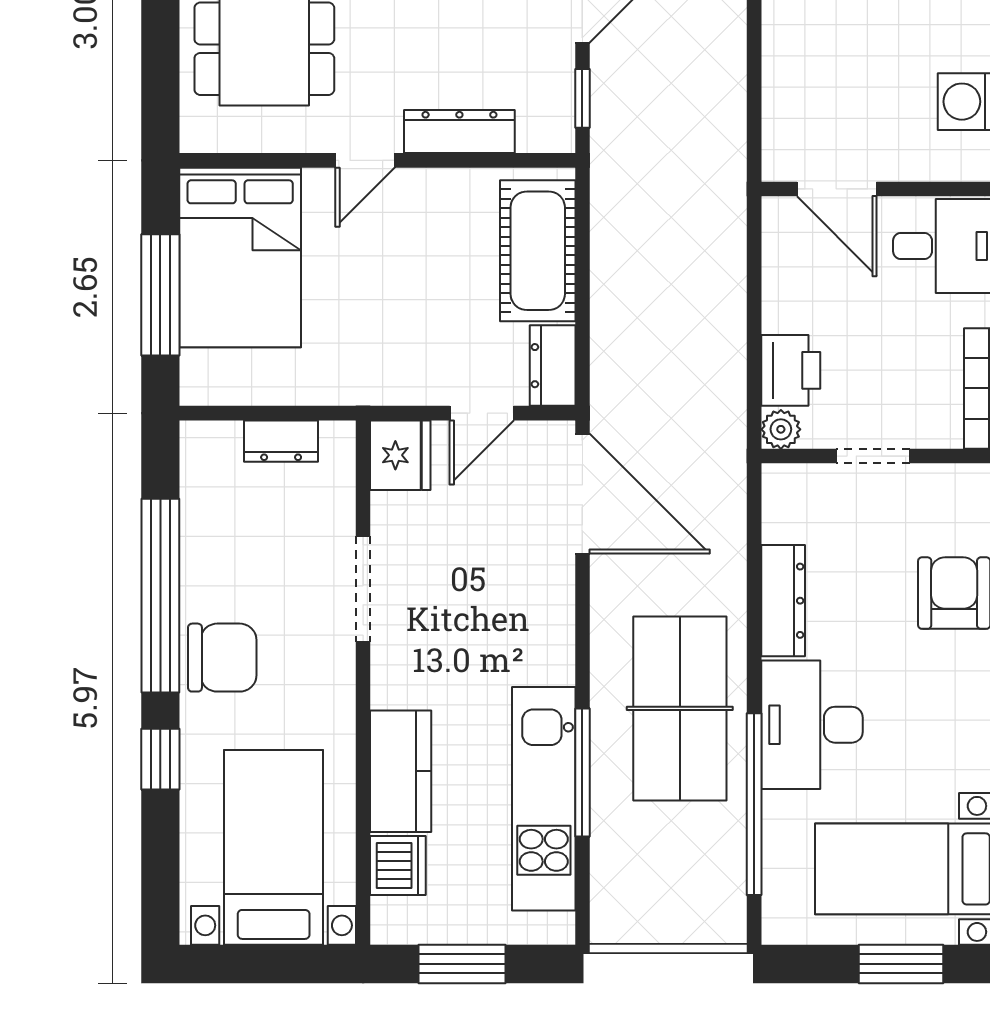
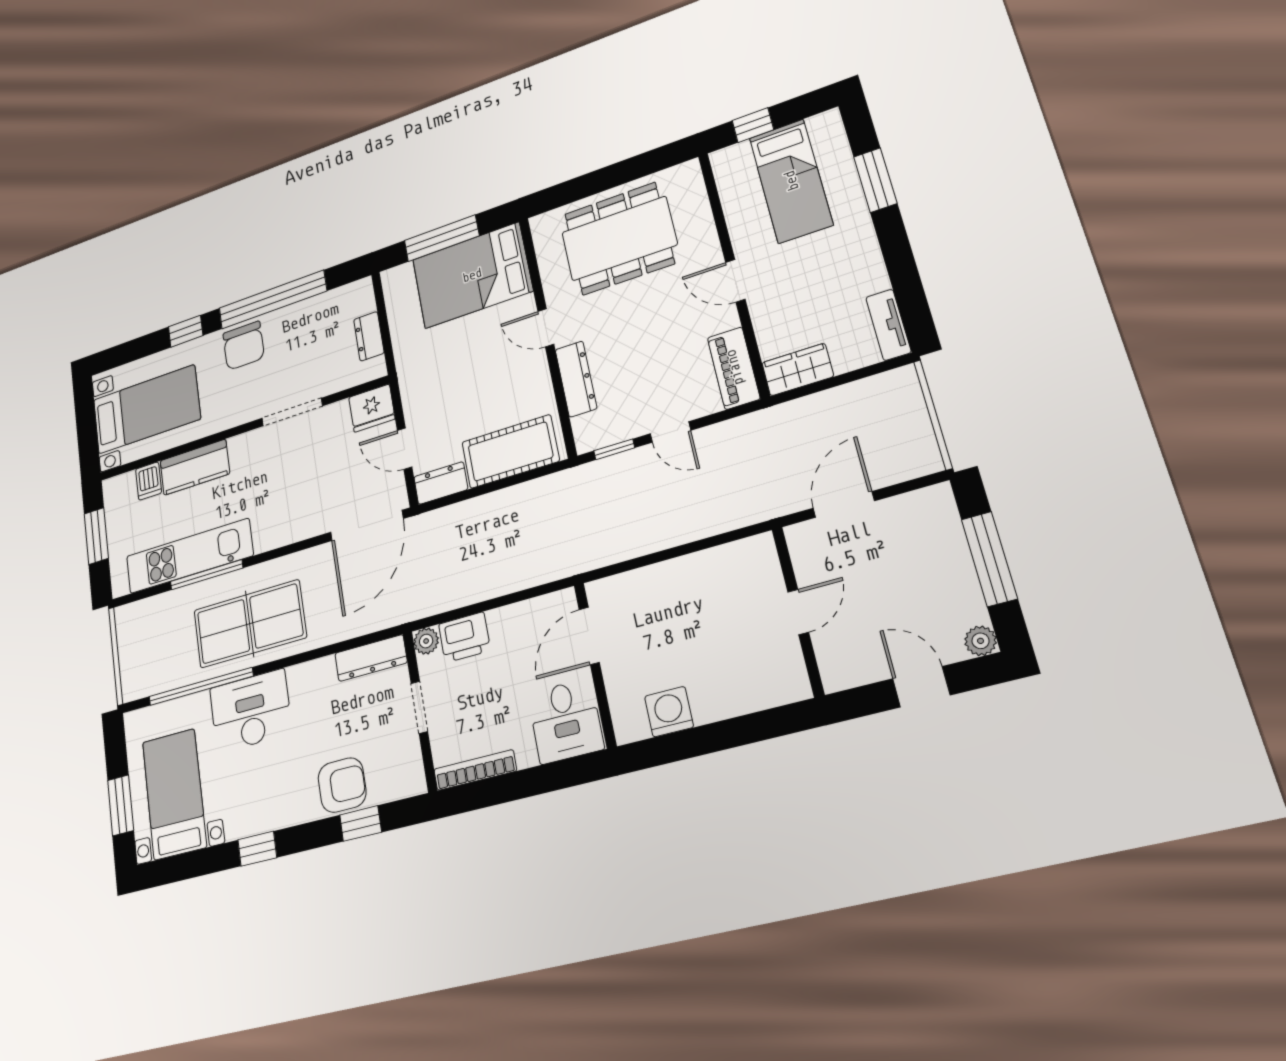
dresser: (783, 601) -> (371, 658), moved
dishwasher: (398, 866) -> (149, 481), width x0.73

